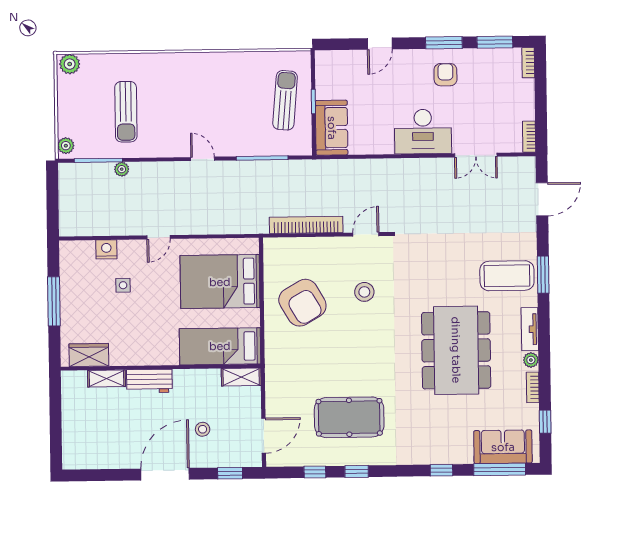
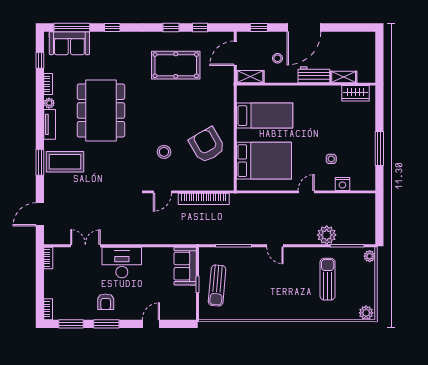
plant: (122, 169) -> (327, 235), width x1.88, depth x1.88
wardrobe: (89, 355) -> (356, 93), moved
wall: (161, 367) -> (306, 84), moved
shelving: (241, 377) -> (250, 77), moved
shelving: (106, 378) -> (344, 77), moved
workbench: (149, 381) -> (314, 75), moved

